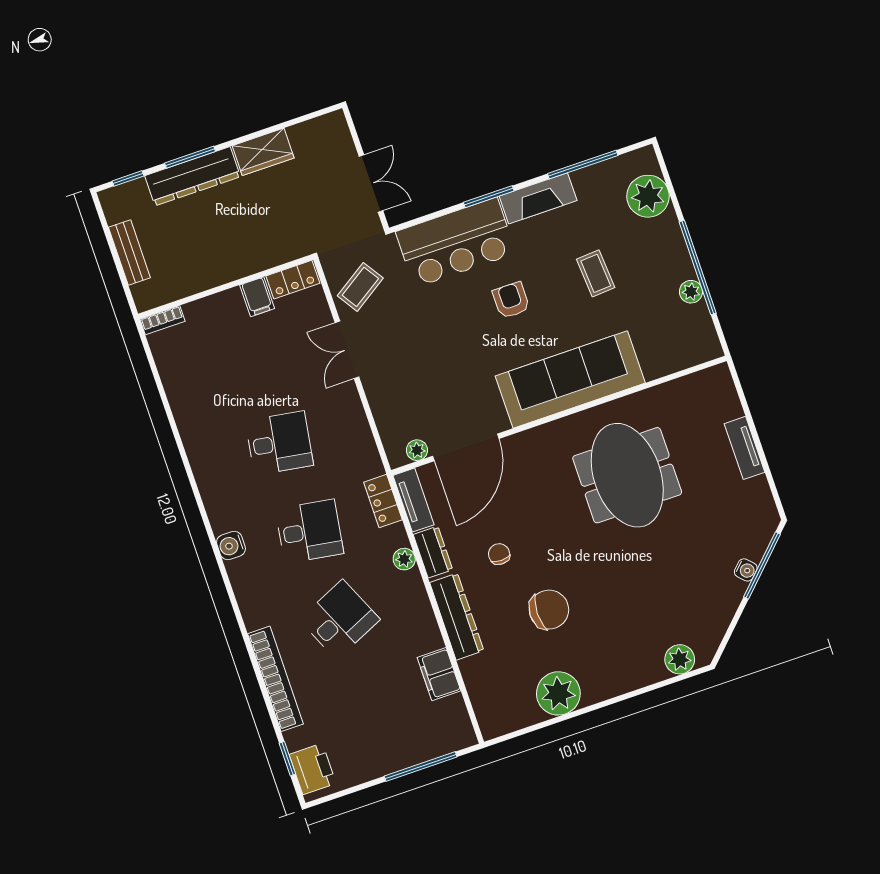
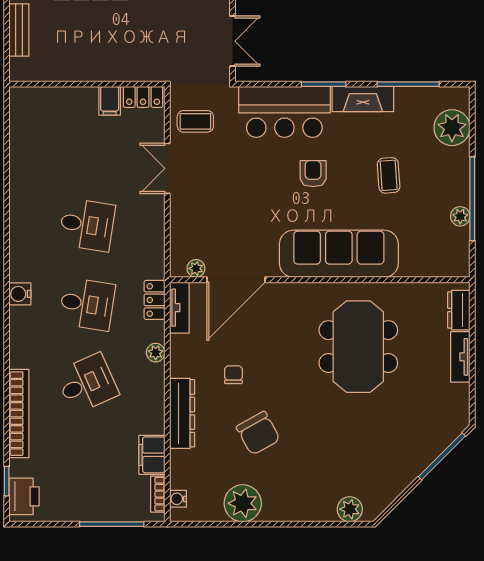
coffee table: (360, 287) -> (195, 121), turned 33
bookcase: (162, 320) -> (158, 494), moved, turned 90
dresser: (433, 552) -> (459, 310), moved, turned 180
water cooler: (746, 570) -> (178, 499), moved, turned 135
chair: (549, 610) -> (258, 433), turned 61

